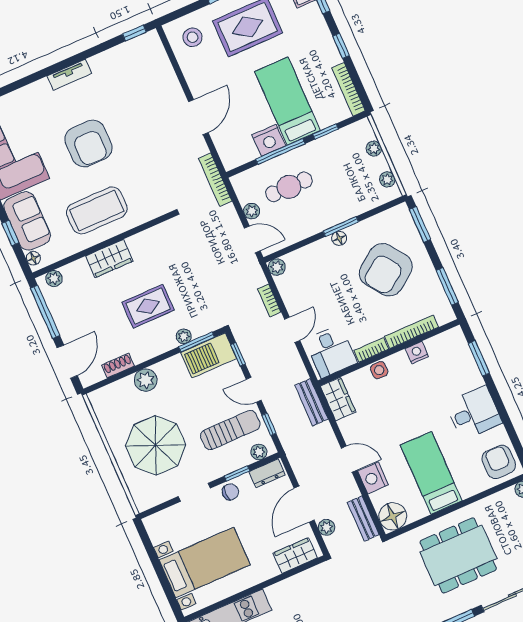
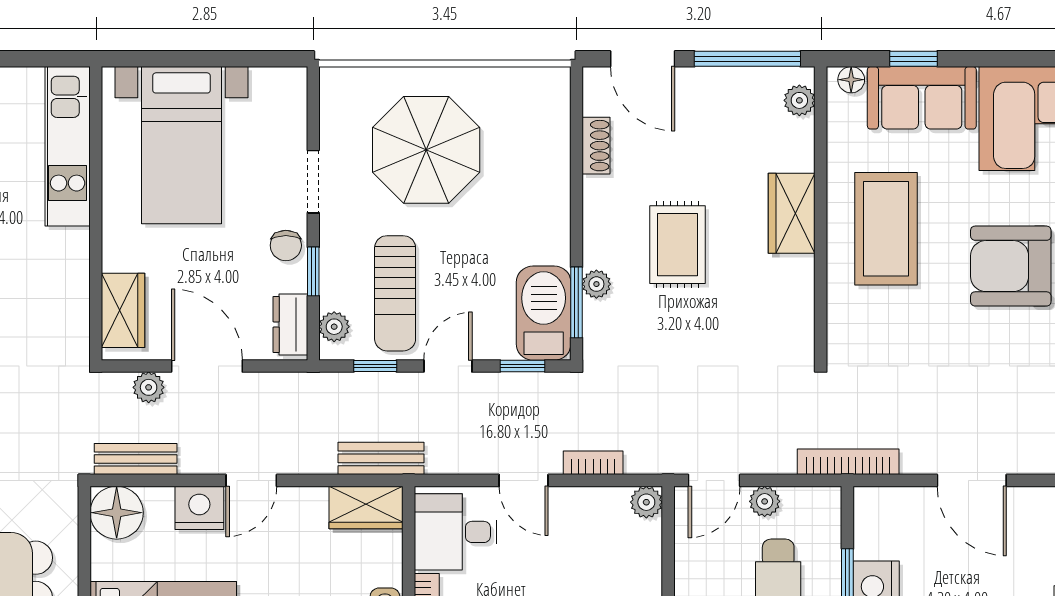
plant: (146, 380) -> (549, 183), removed

